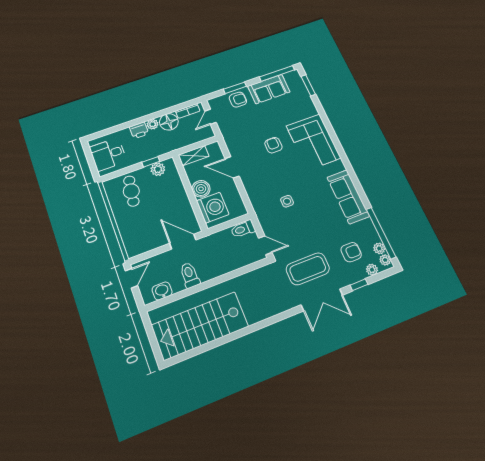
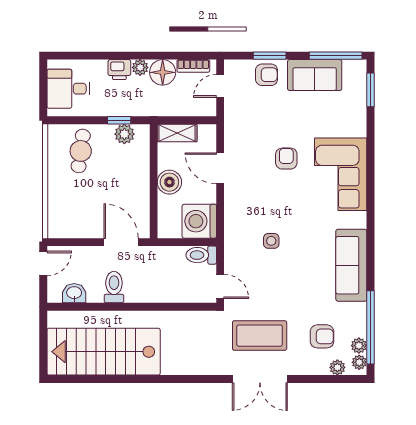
washing machine: (213, 208) -> (199, 221), moved, turned 180
window: (359, 285) -> (313, 379), removed

